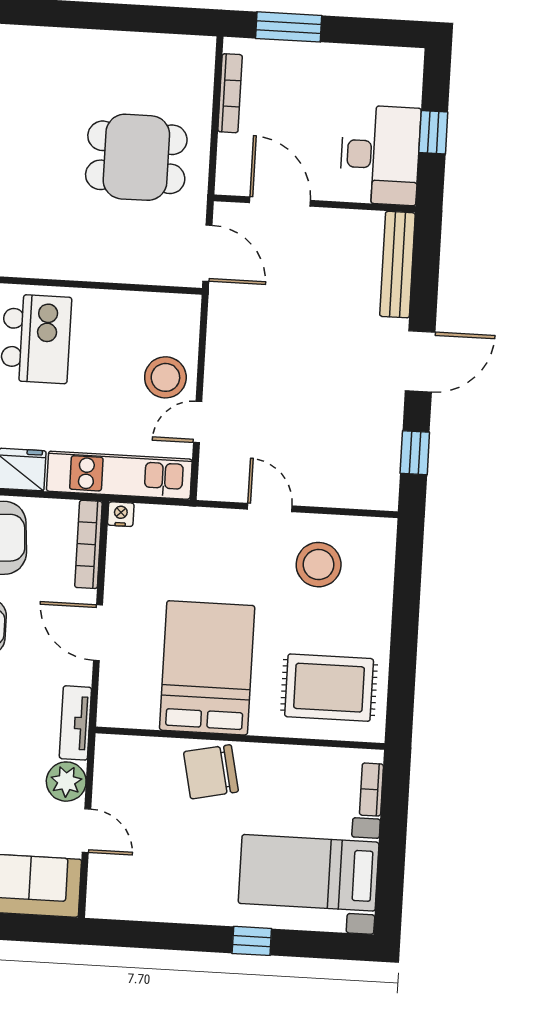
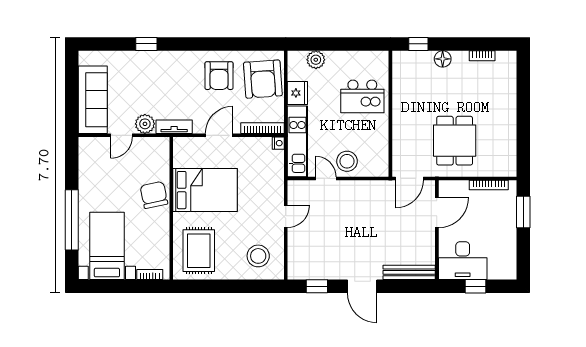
stool: (319, 565) -> (258, 256), moved
window: (252, 941) -> (72, 220), width x3.17

